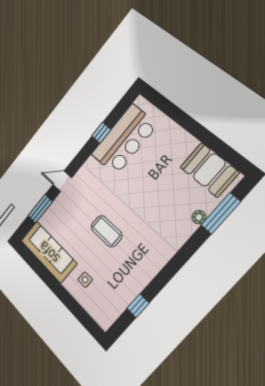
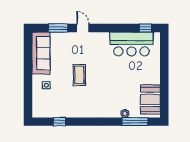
window: (101, 133) -> (146, 28), moved

